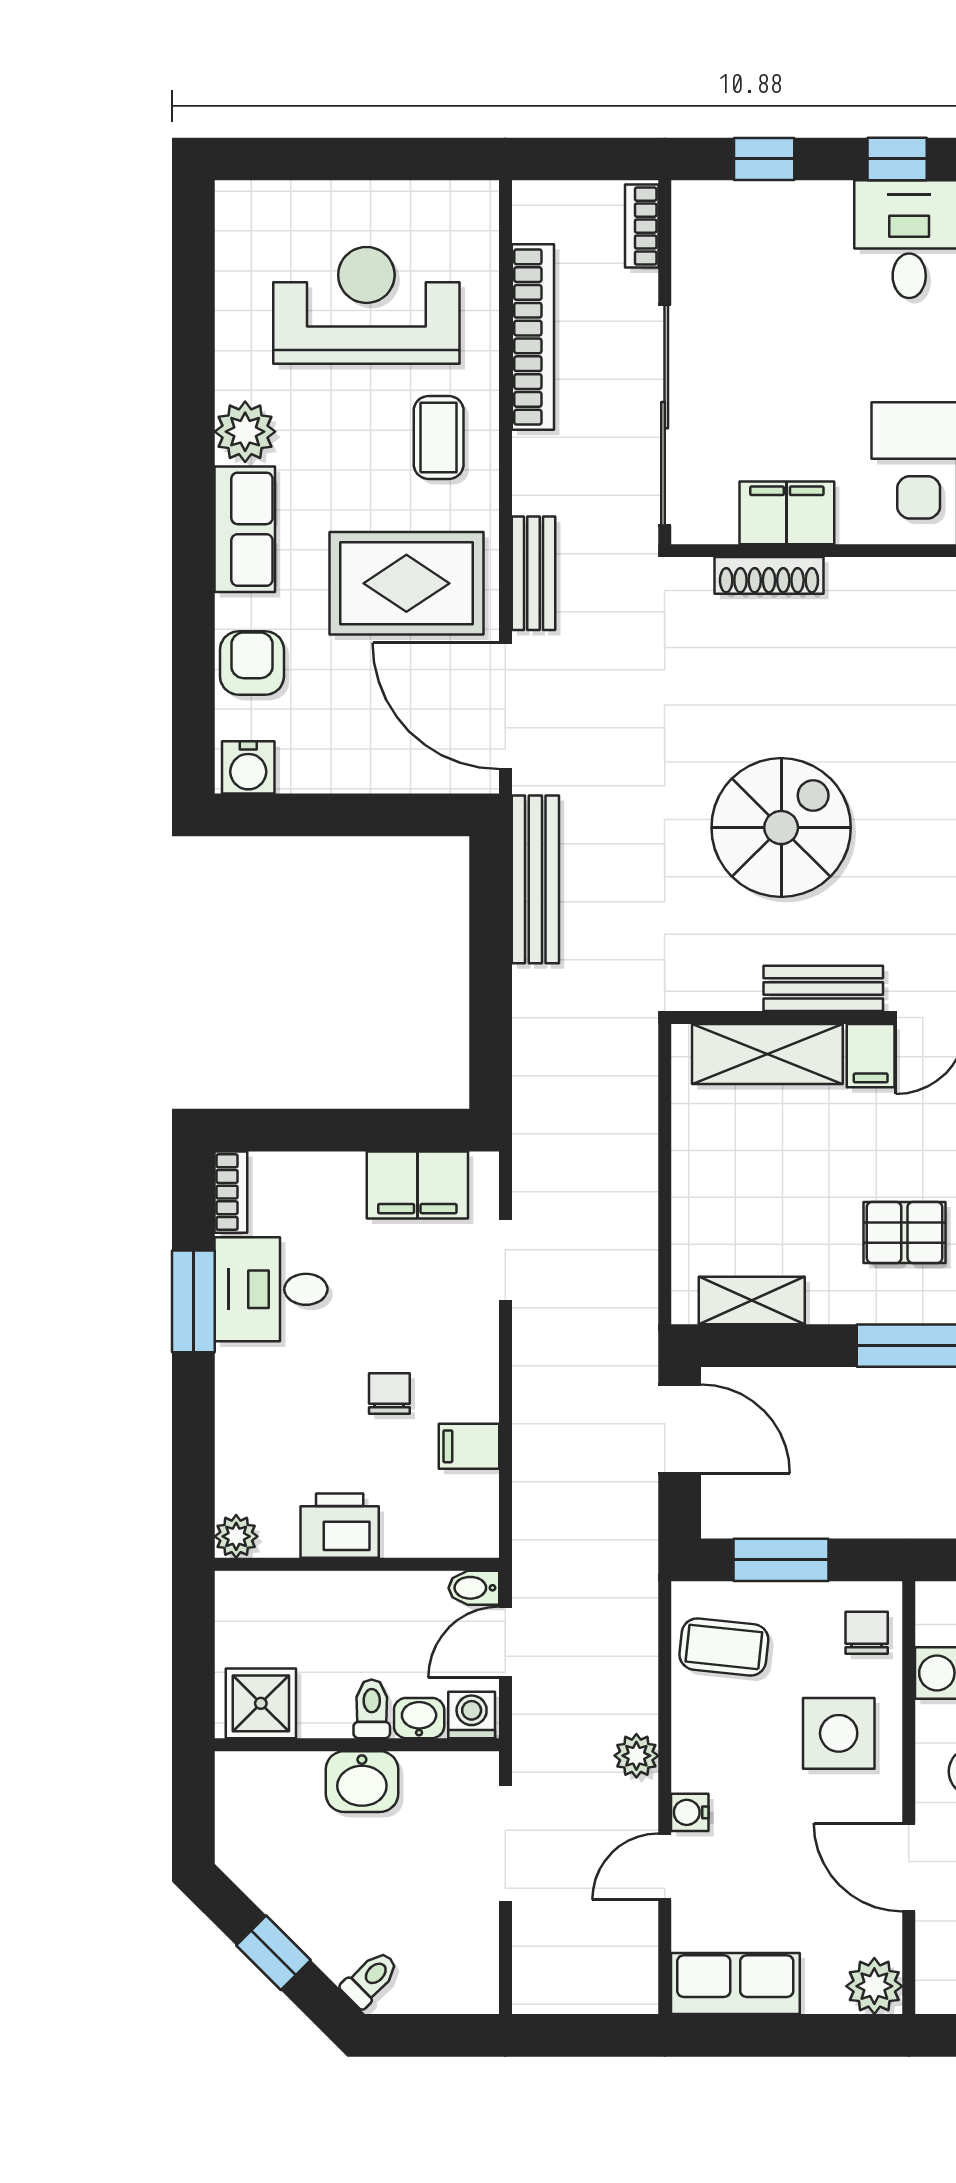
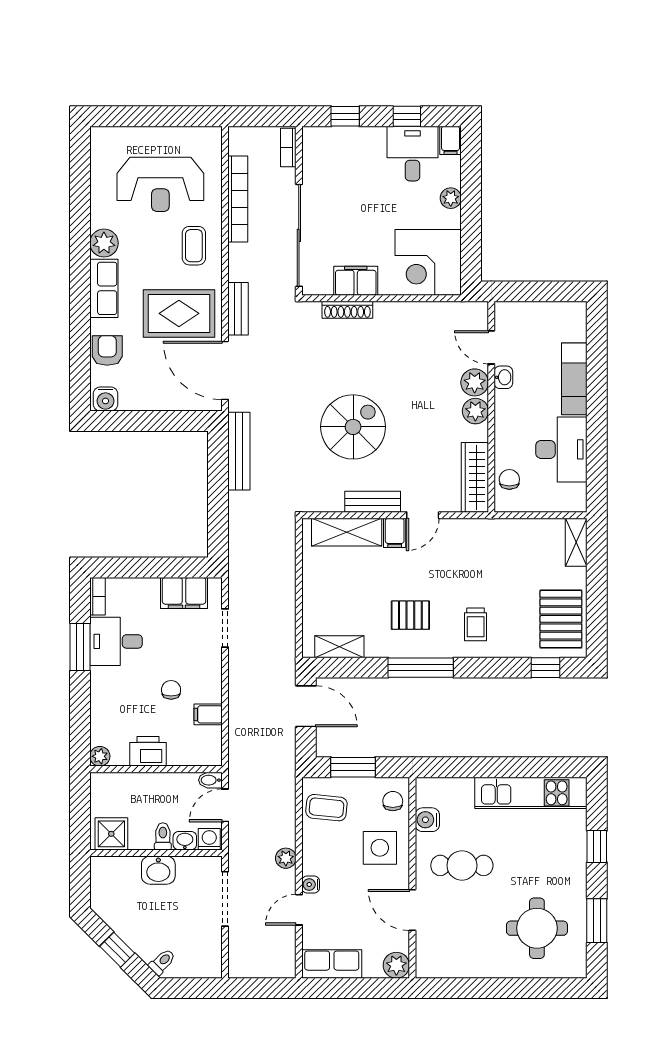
reception desk: (366, 305) -> (160, 184), turned 180

